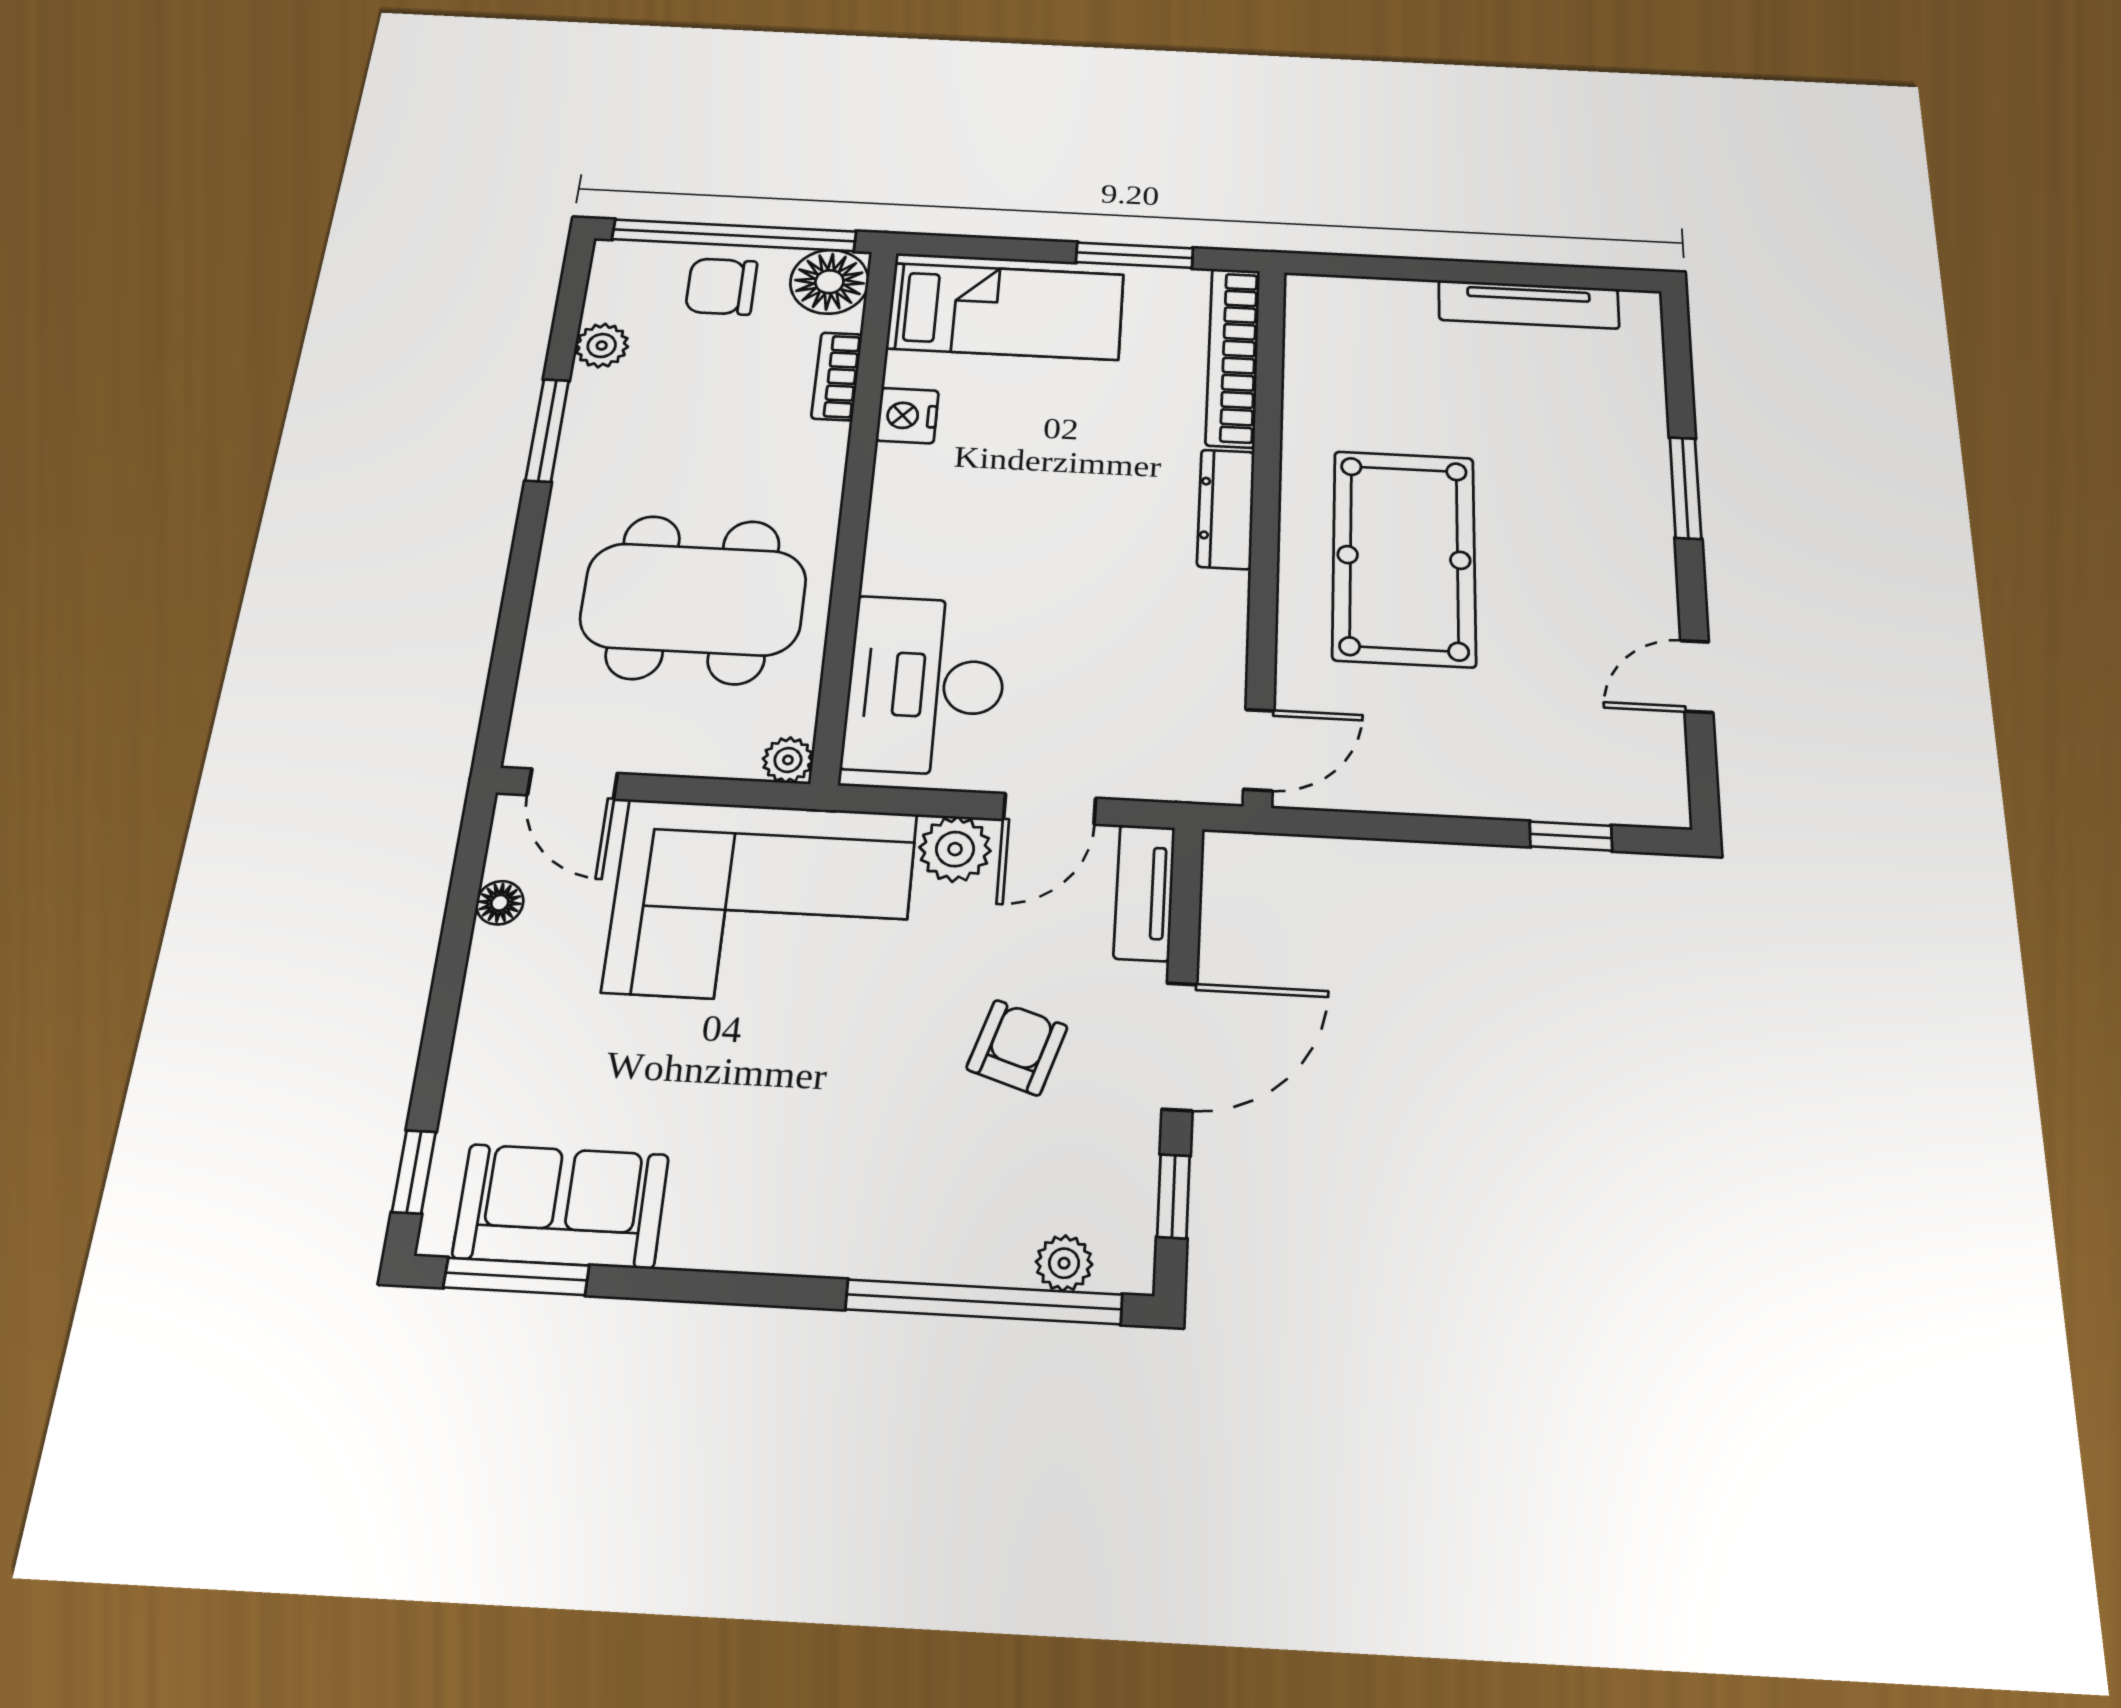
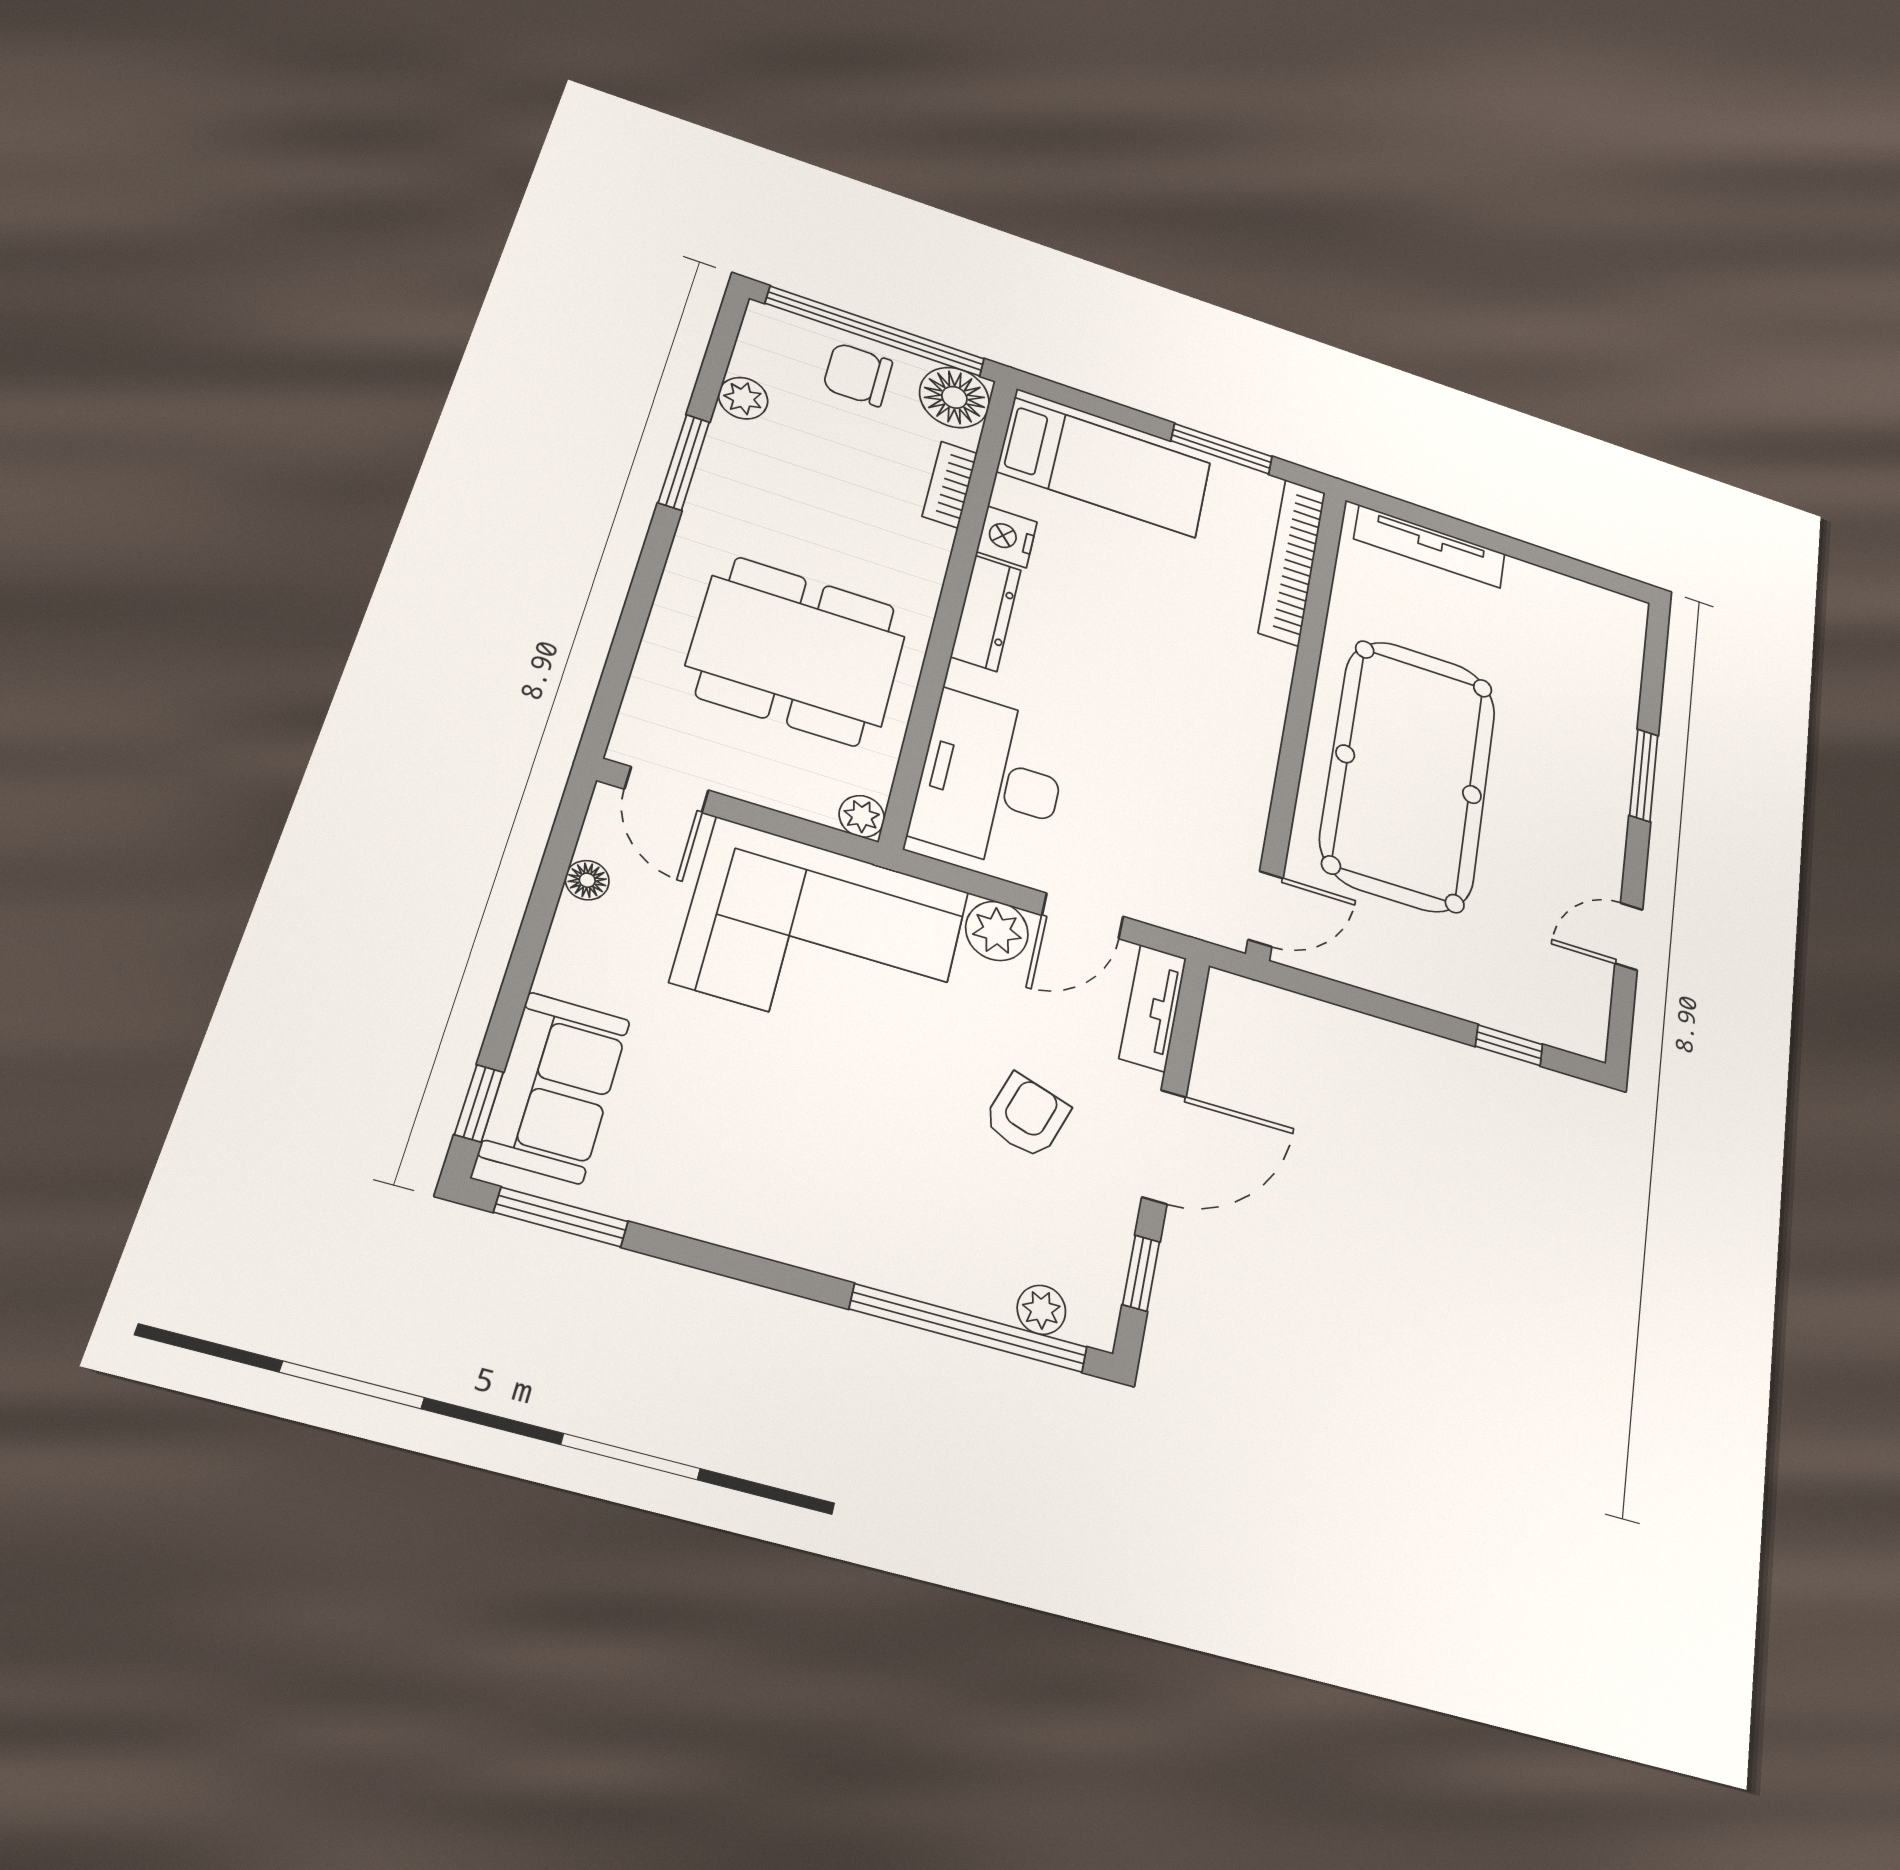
tv unit: (1529, 304) -> (1430, 546), moved
dresser: (1226, 509) -> (986, 613), moved, turned 180
pool table: (1404, 557) -> (1409, 774), width x1.36, depth x1.32
sofa: (561, 1206) -> (555, 1087), moved, turned 90

